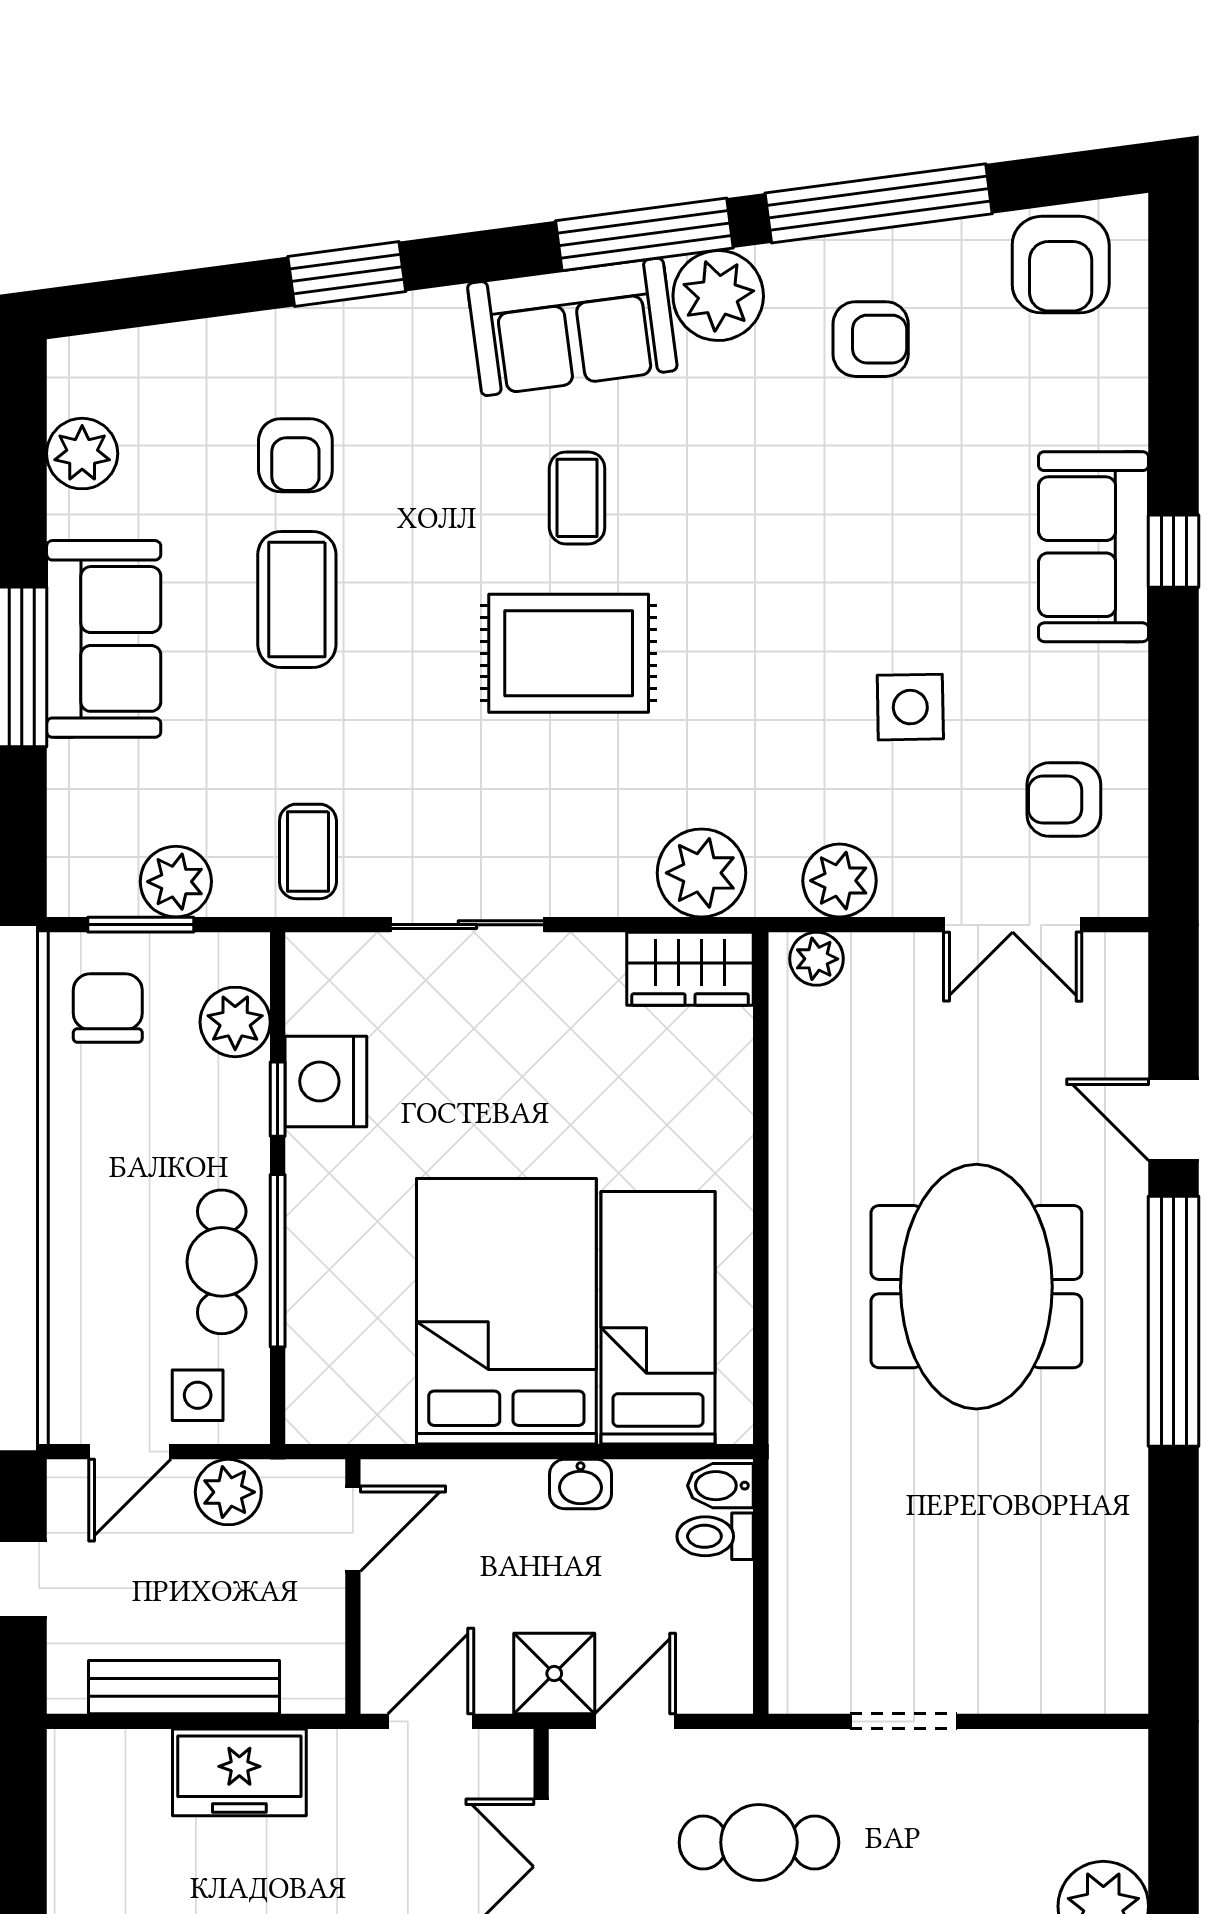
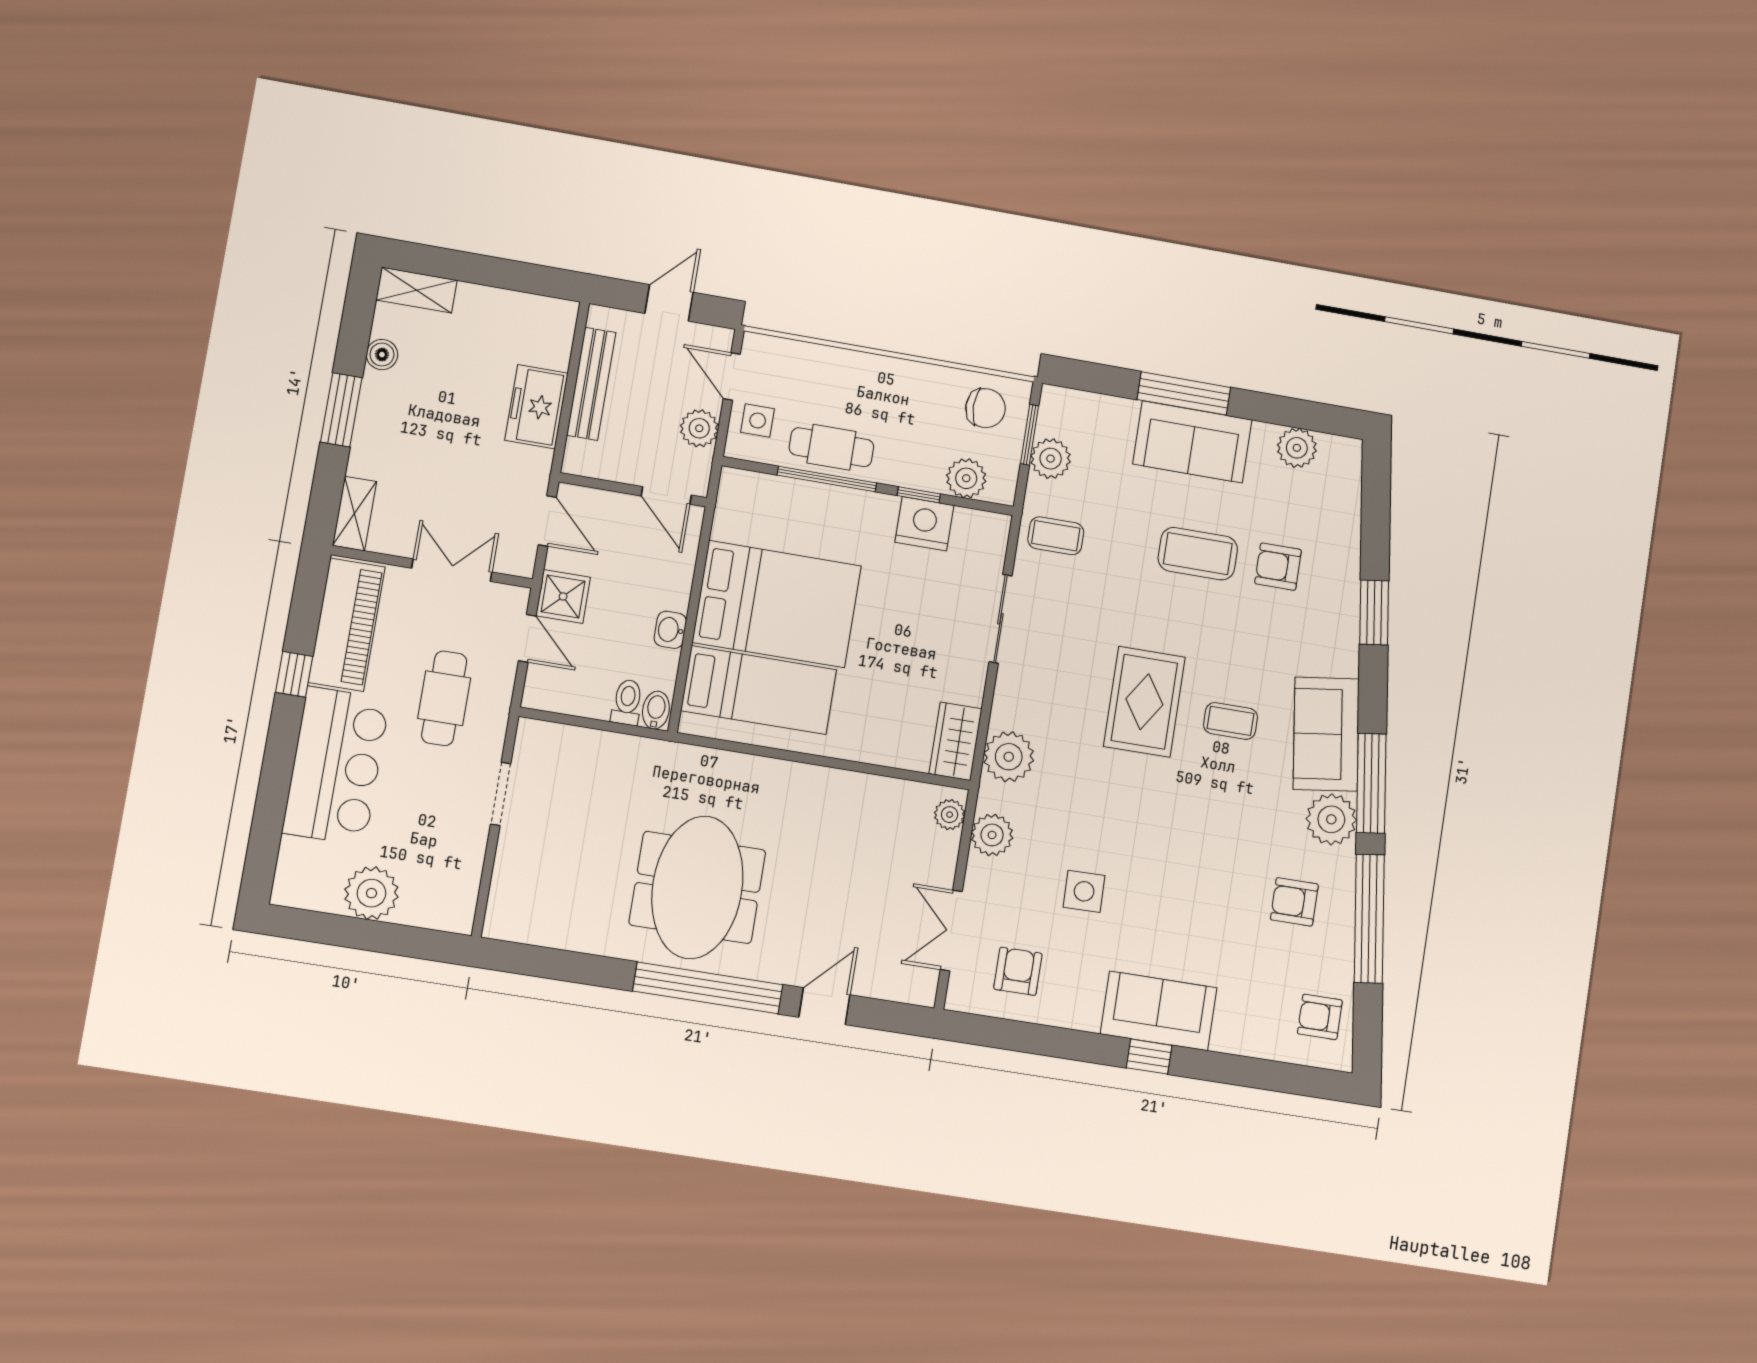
armchair: (1061, 265) -> (1320, 1017), width x0.72, depth x0.72
armchair: (871, 339) -> (1294, 902), turned 90
meeting table: (976, 1287) -> (697, 887), moved, turned 90

